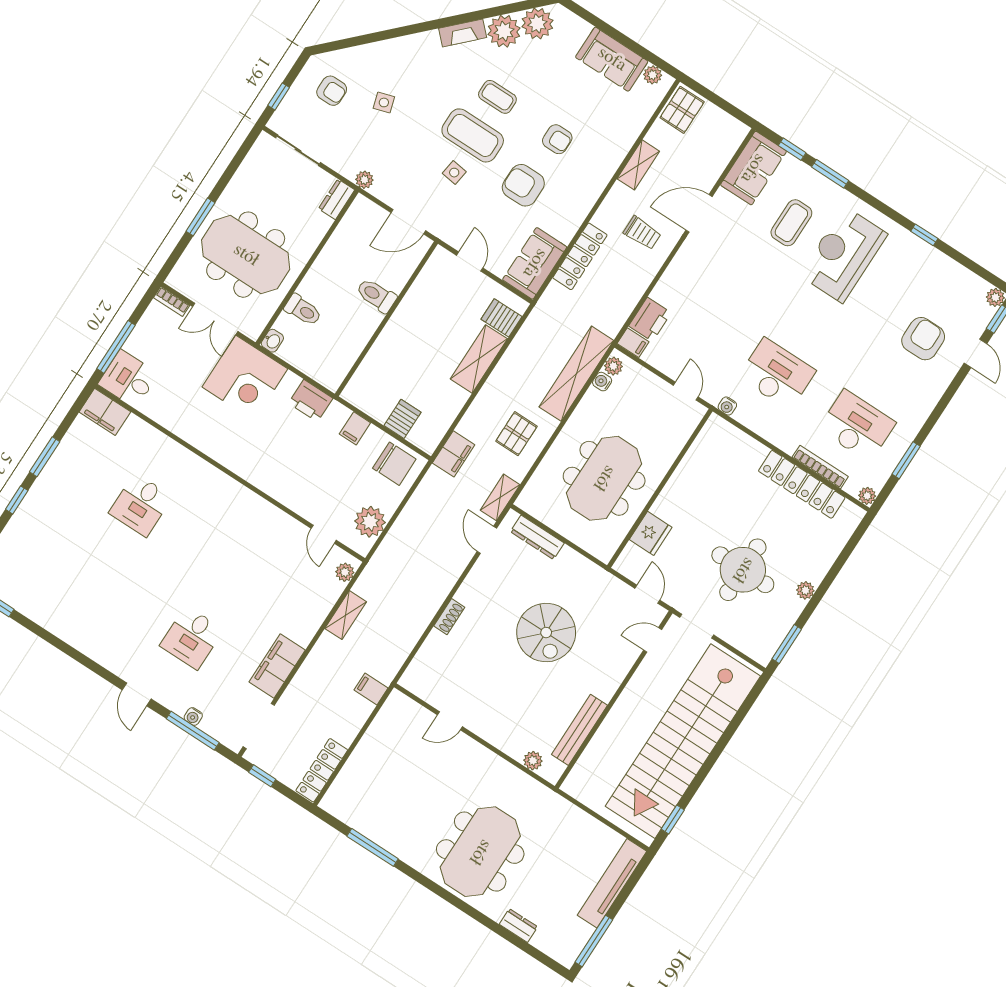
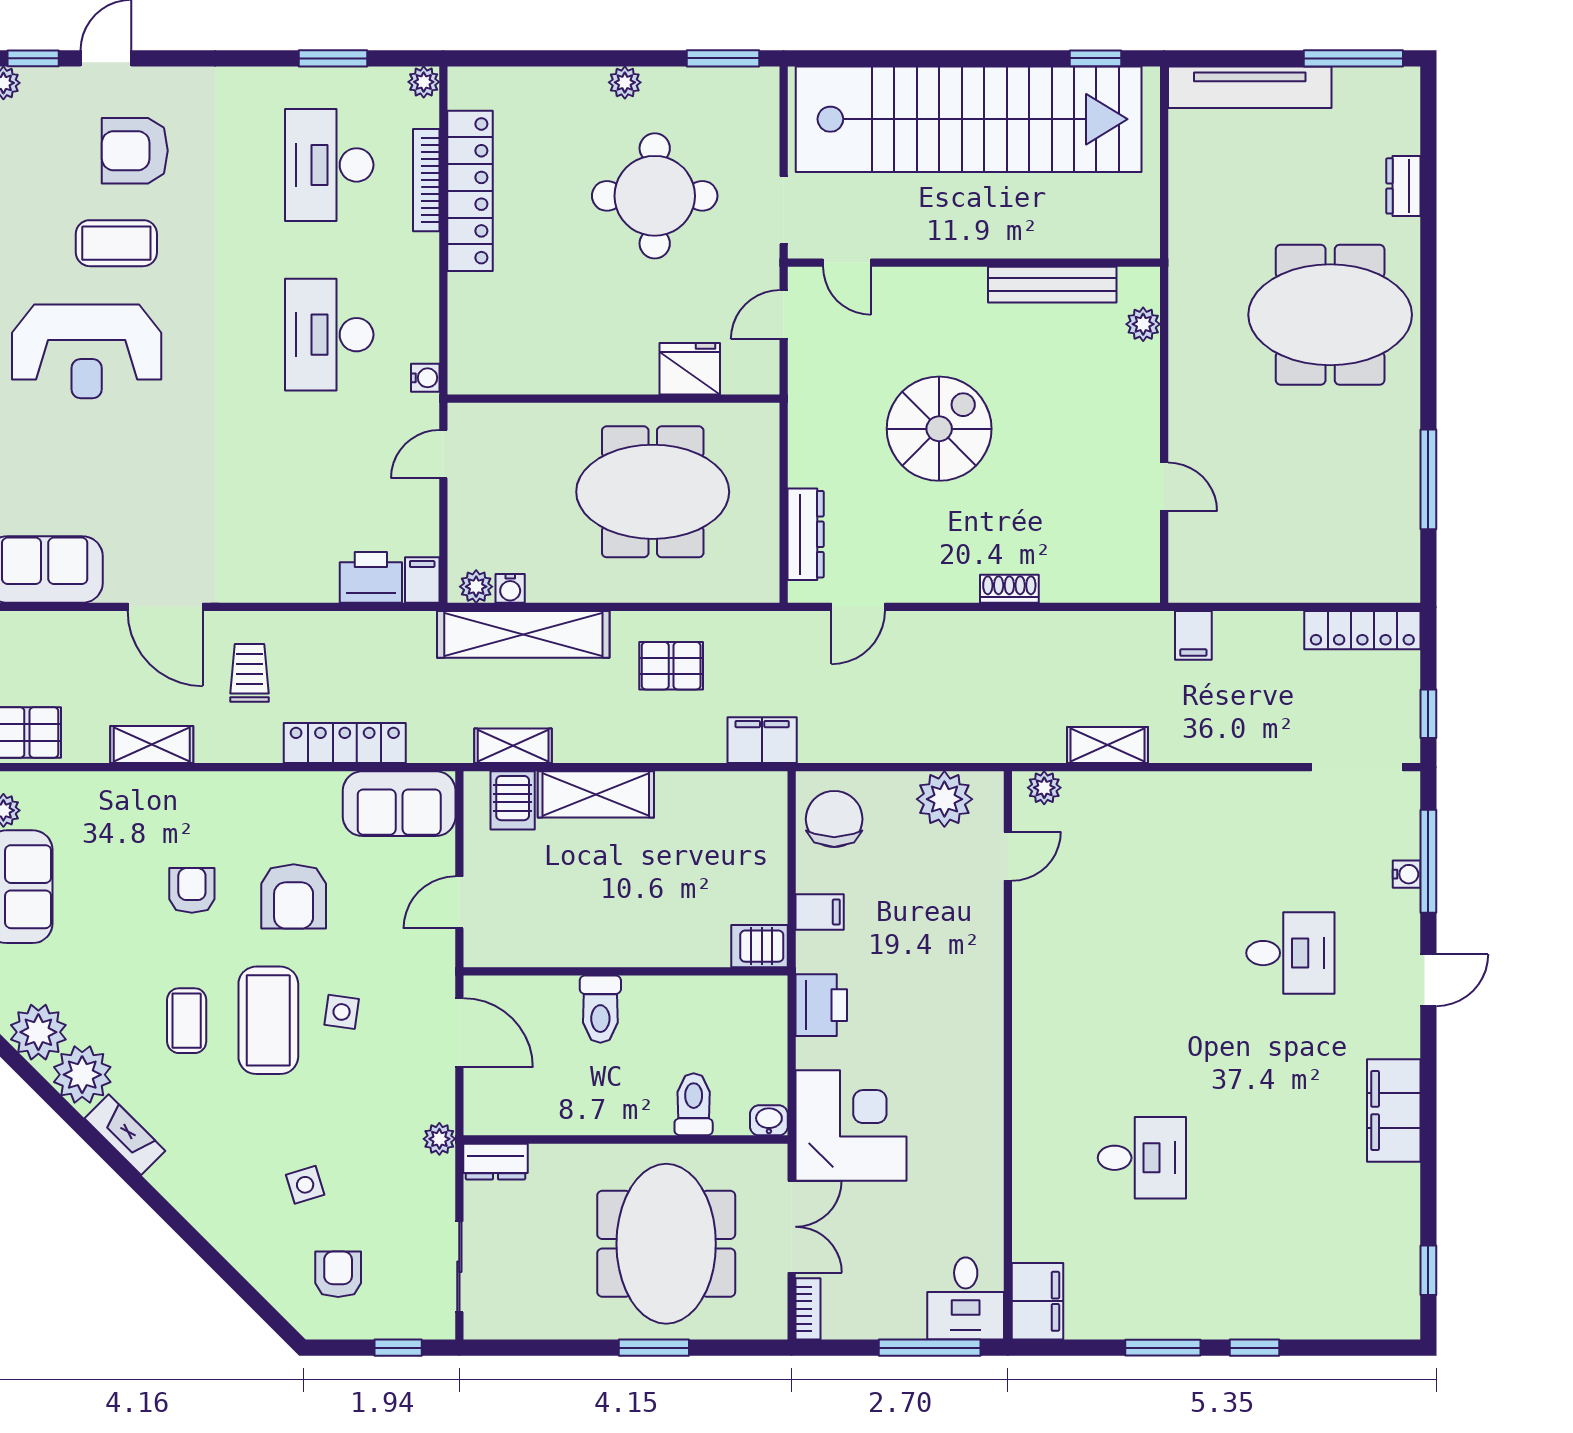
coffee table: (791, 223) -> (116, 243), moved
server rack: (402, 419) -> (760, 946), moved
shelving: (500, 497) -> (513, 746), moved
filing cabinet: (277, 666) -> (1394, 1111), moved, turned 90

